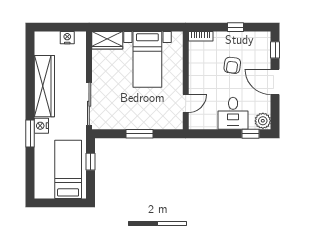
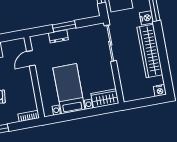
nightstand: (67, 38) -> (160, 90), moved
dresser: (148, 123) -> (58, 36), added

